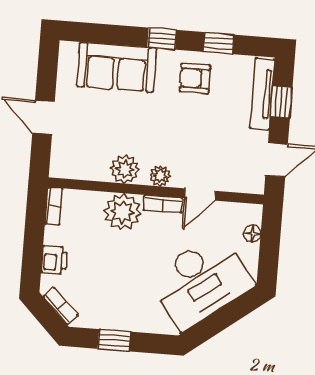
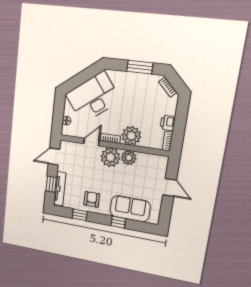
window: (162, 39) -> (118, 222), moved
armchair: (195, 78) -> (92, 199), turned -90
plant: (160, 176) -> (110, 157), width x1.88, depth x1.88
printer: (54, 260) -> (168, 123), moved
window: (114, 340) -> (140, 67), width x1.50

